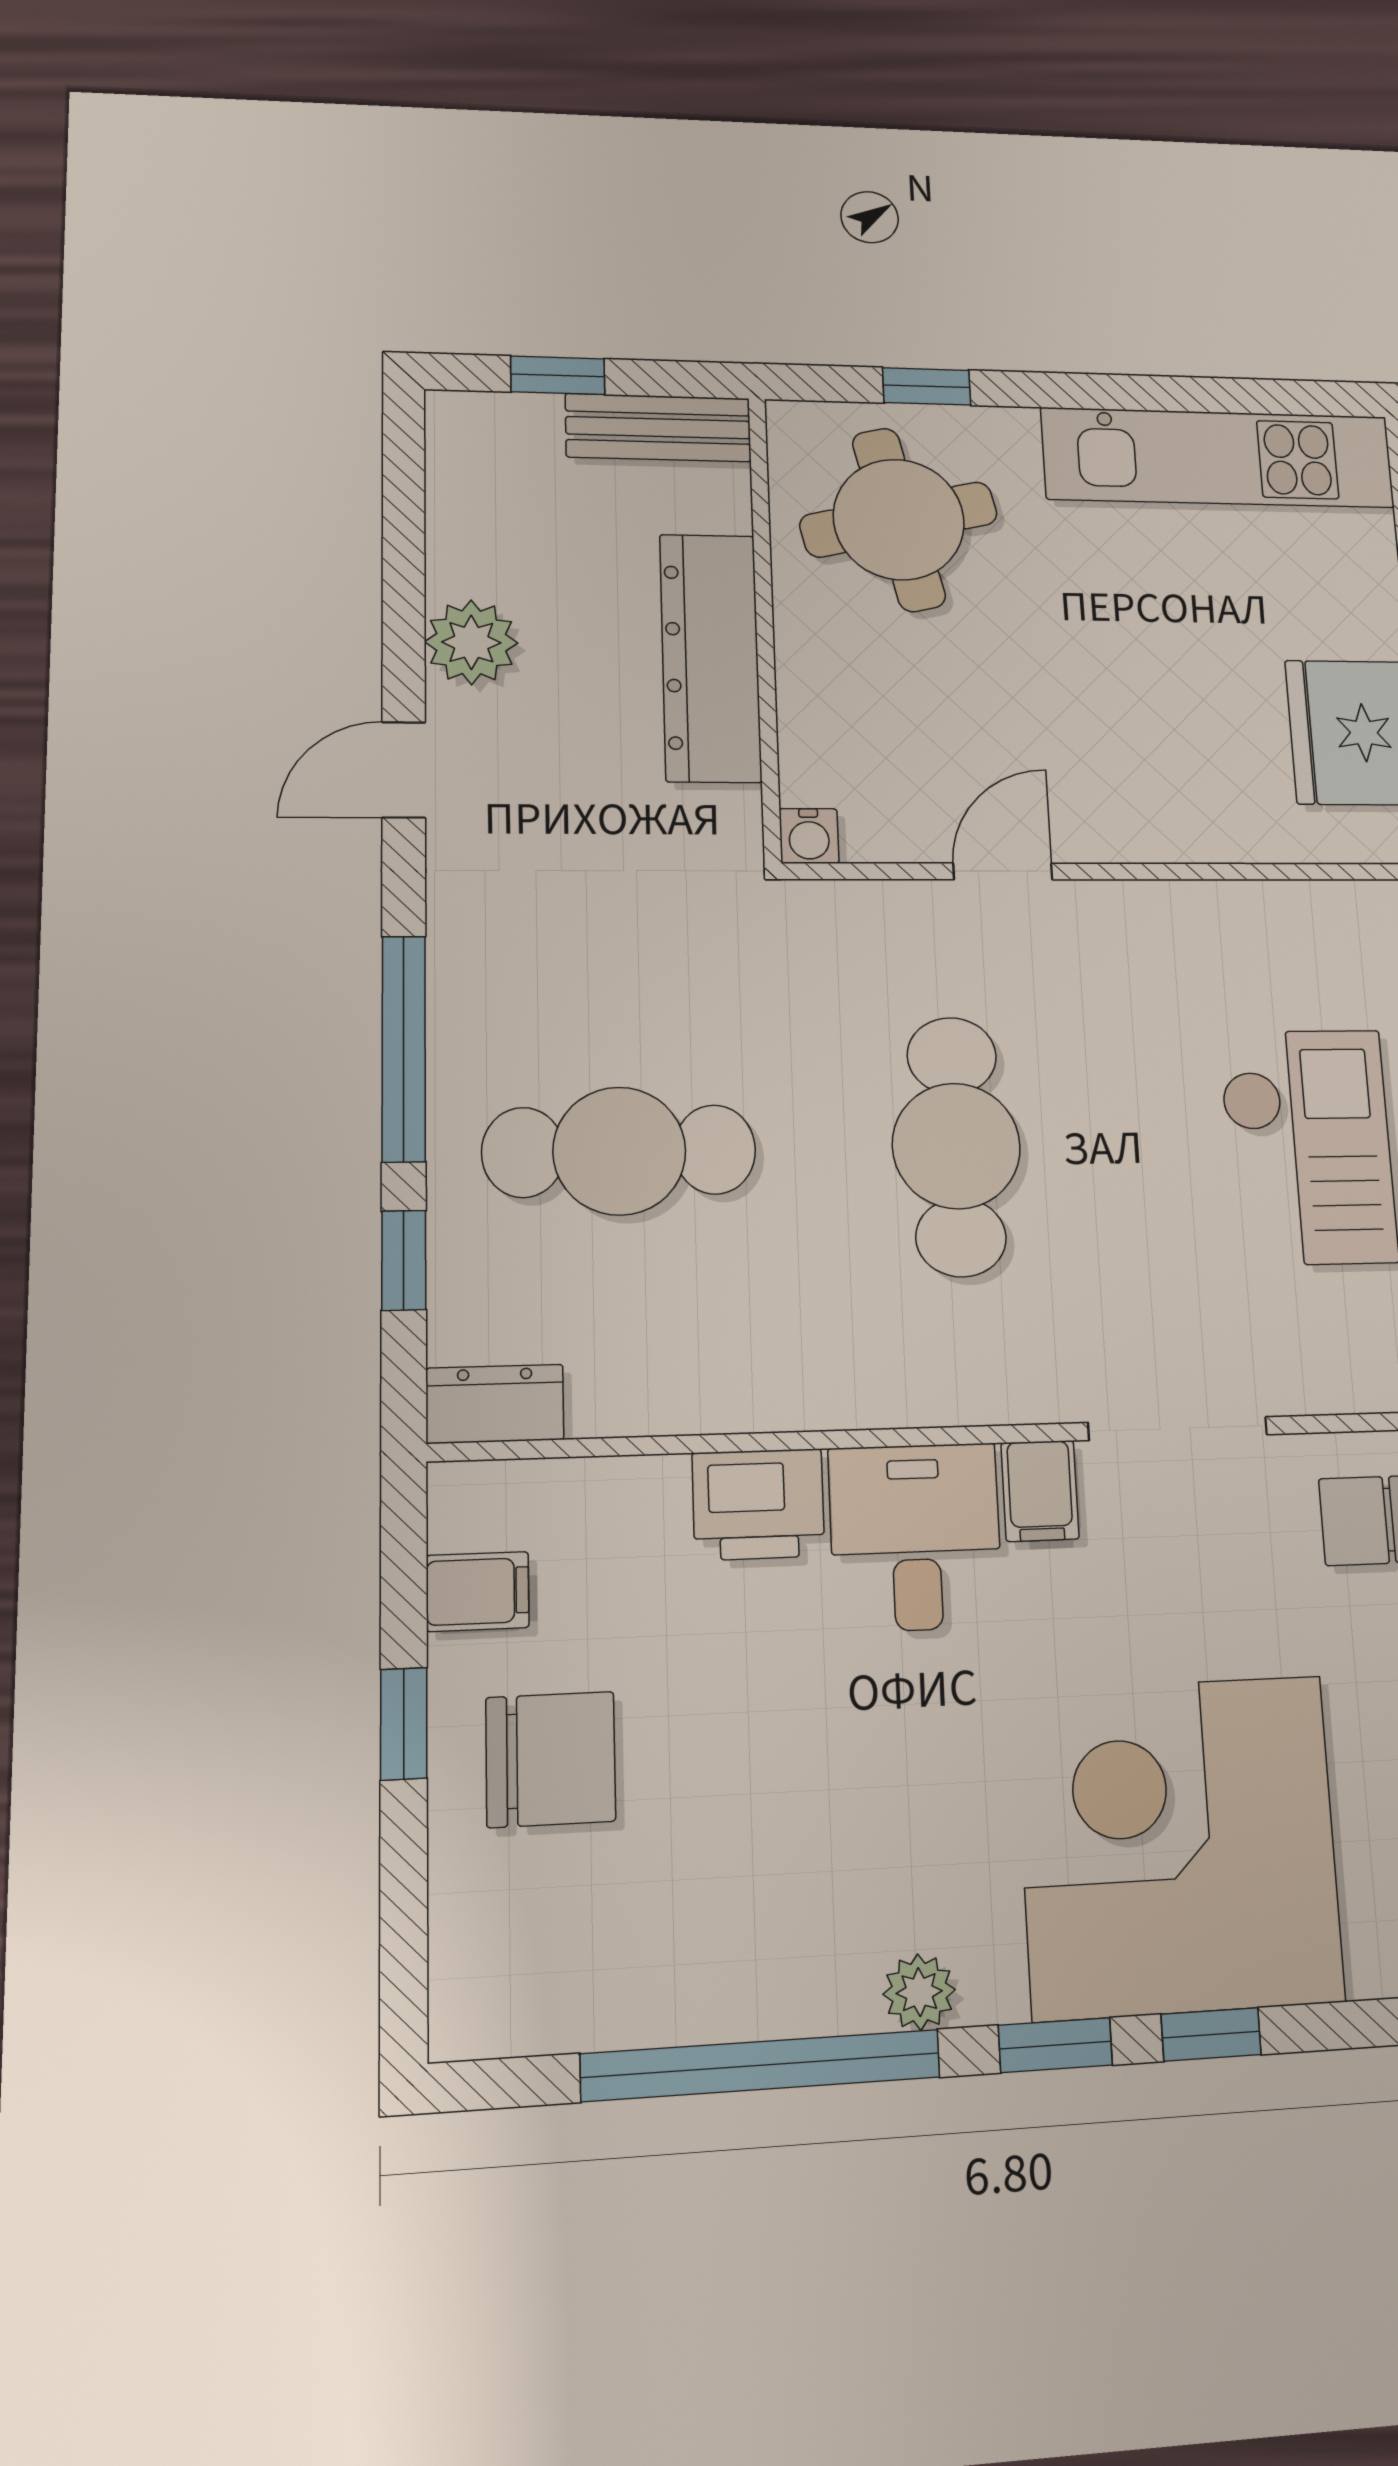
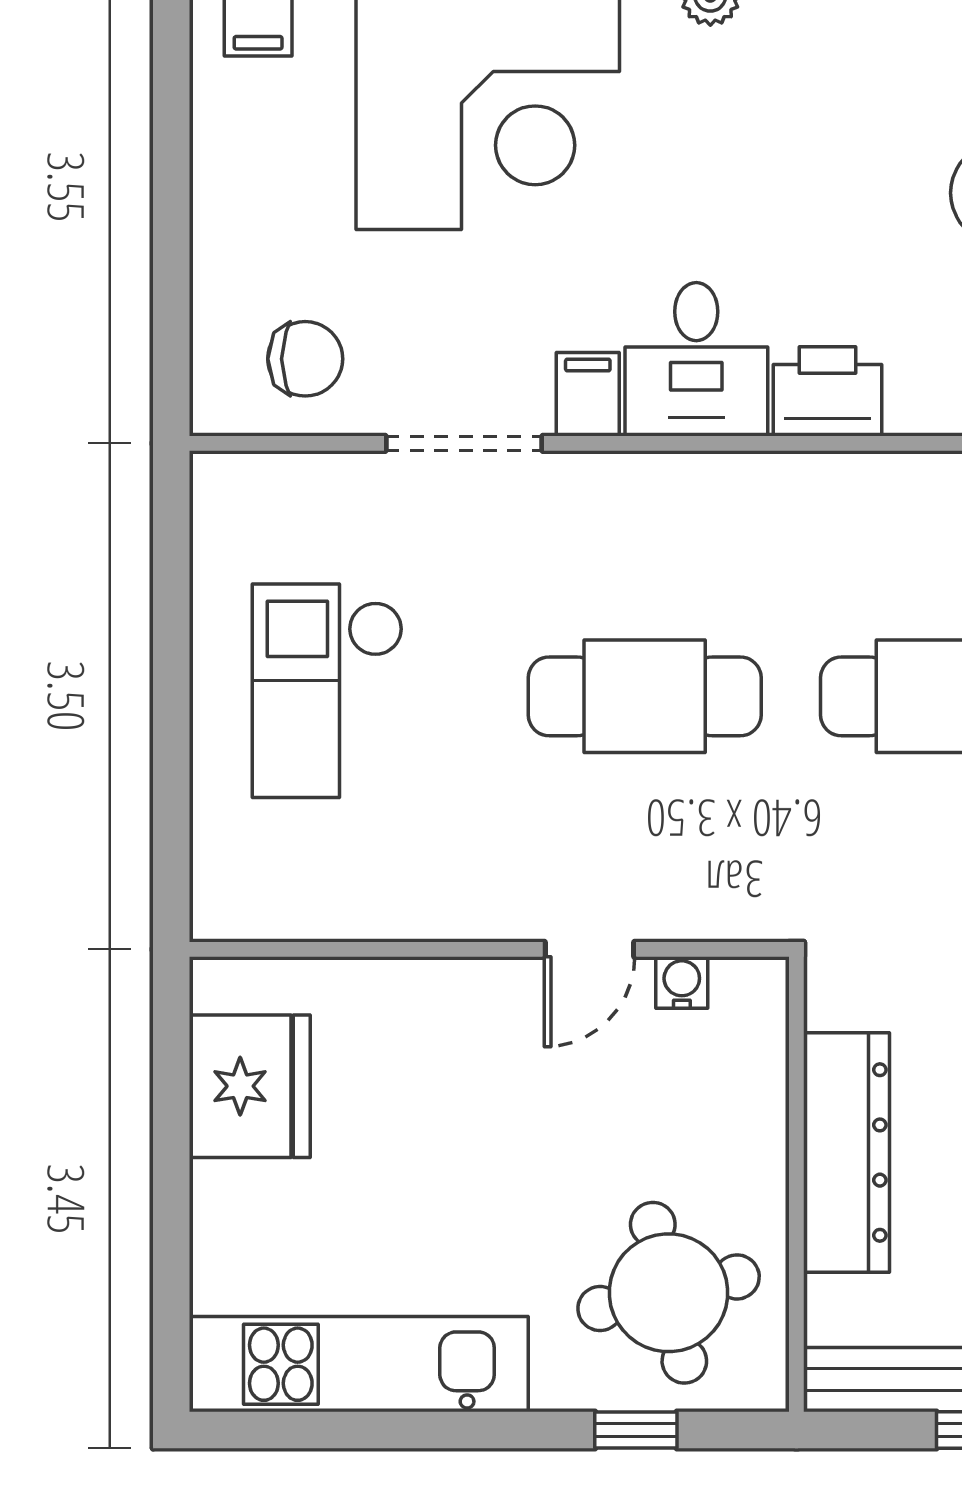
water cooler: (809, 836) -> (682, 982), moved
cafe table: (956, 1146) -> (645, 696), turned 90

